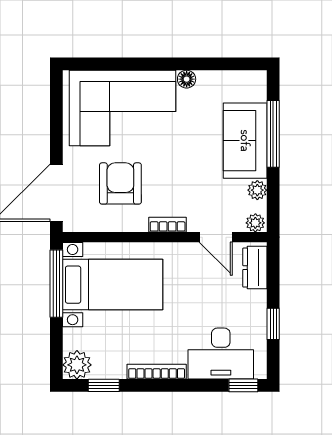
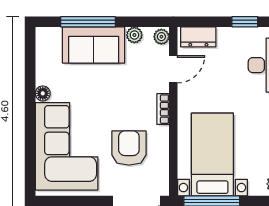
armchair: (120, 183) -> (129, 148), turned 90

